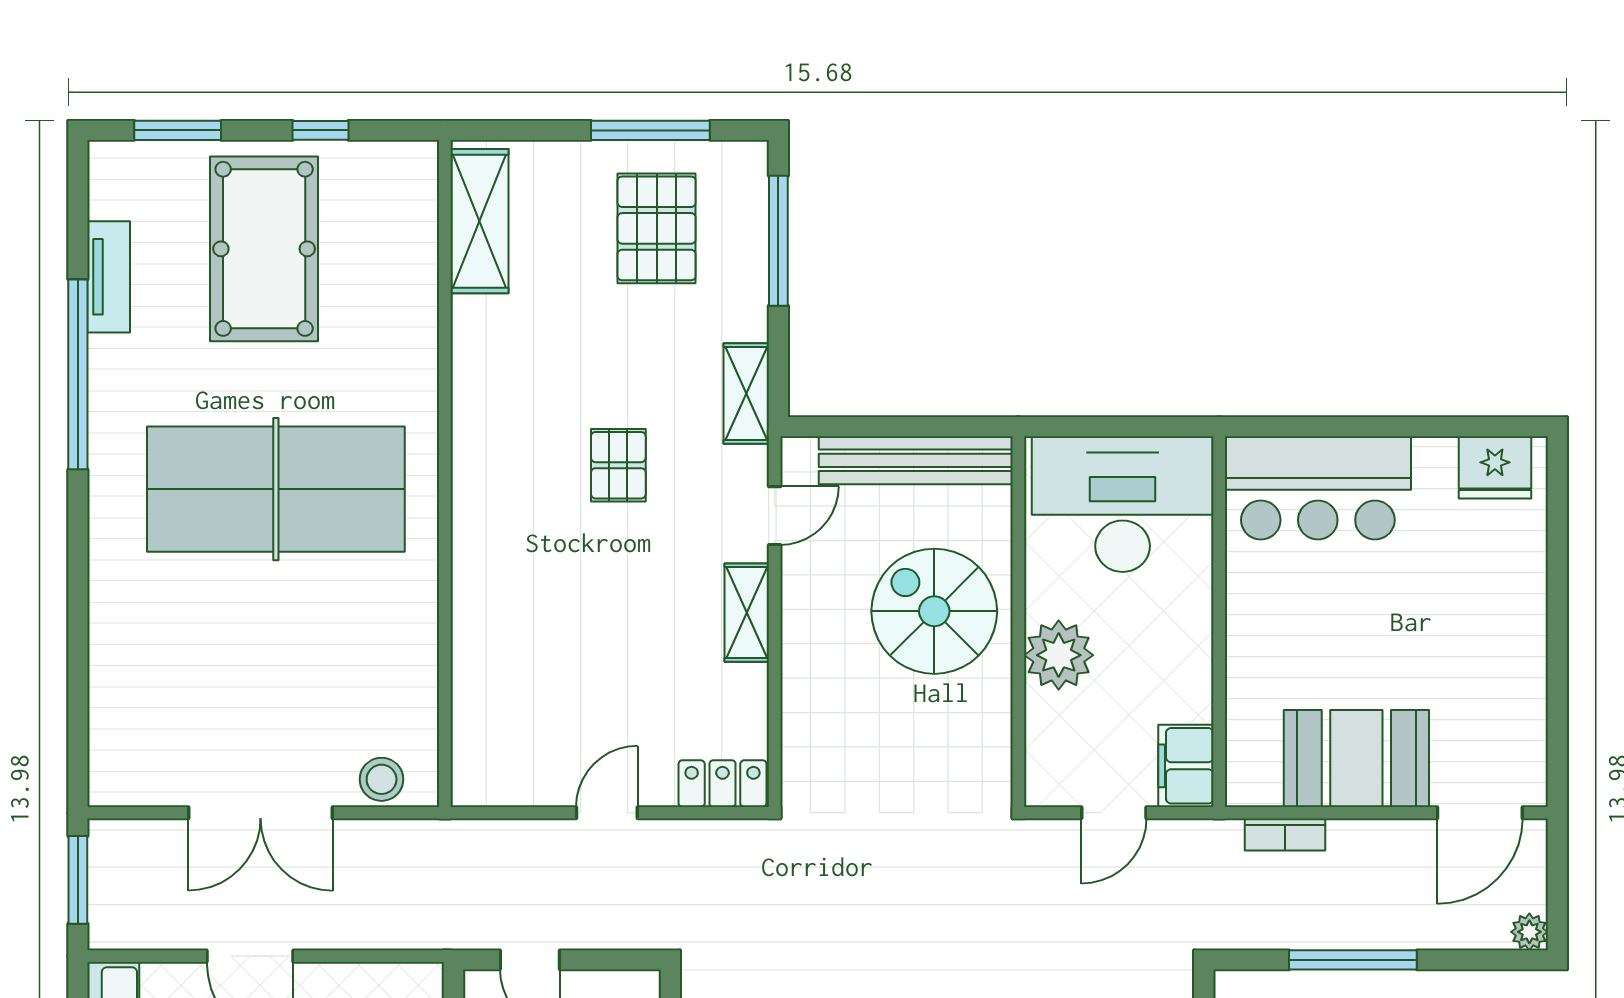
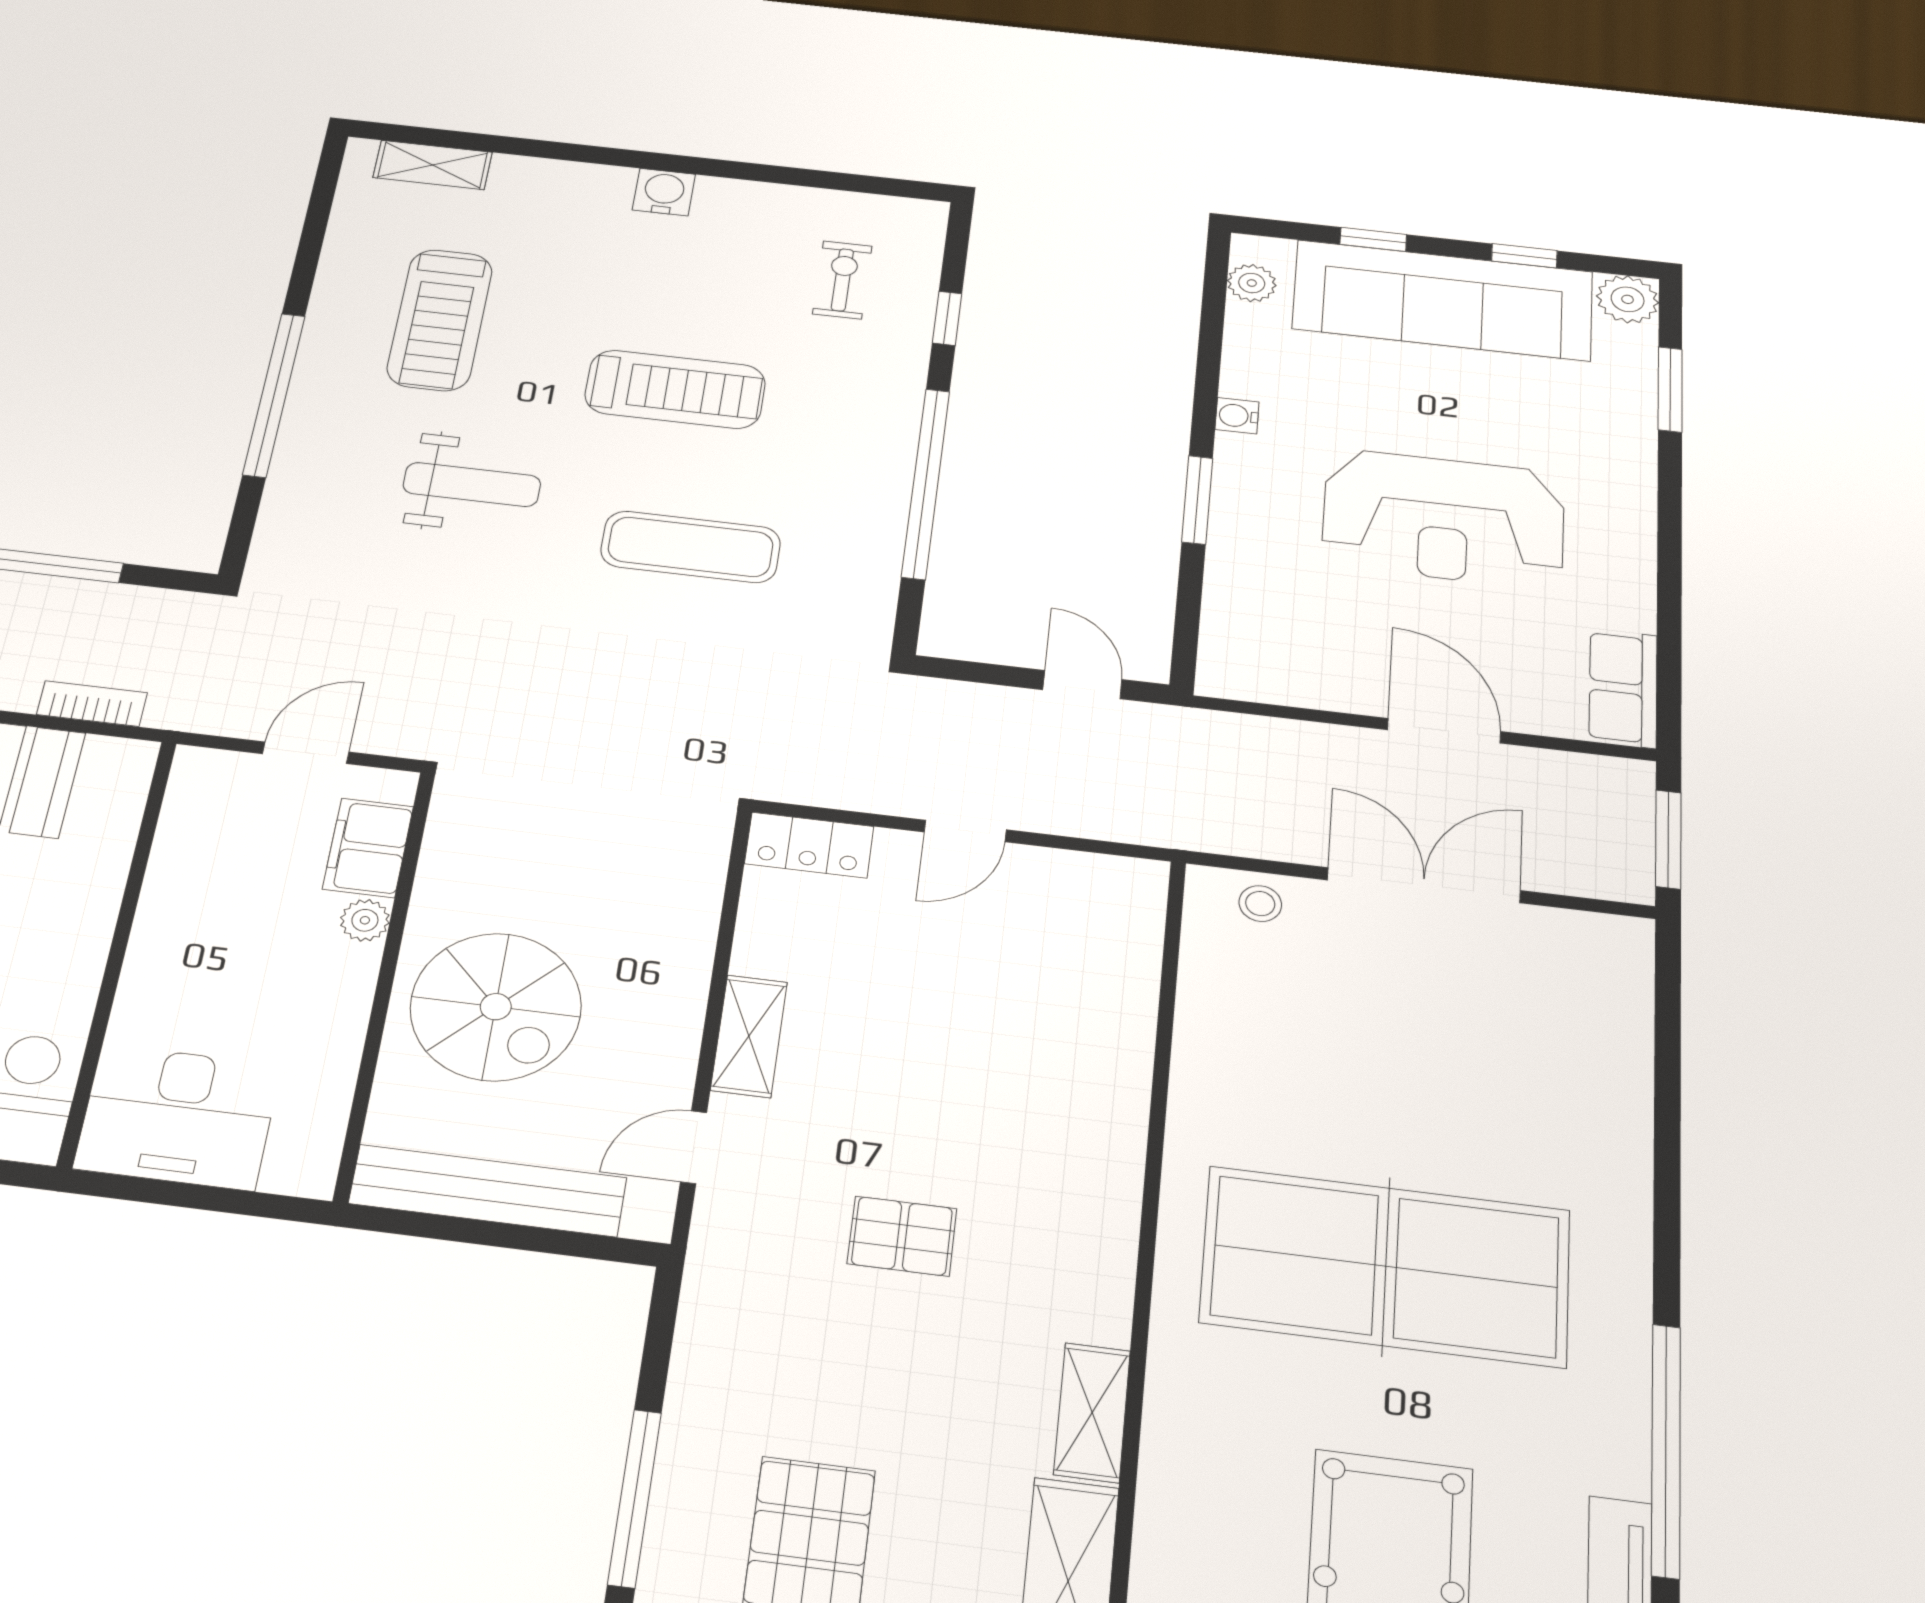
shelving: (746, 394) -> (1092, 1412), moved
pallet: (618, 465) -> (902, 1236), turned 90
desk: (1123, 504) -> (178, 1117), width x0.73, depth x0.77
plant: (1059, 655) -> (365, 920), width x0.53, depth x0.53
filing cabinet: (1186, 766) -> (368, 848), moved, turned 180
stool: (382, 779) -> (1260, 904), width x0.73, depth x0.73

